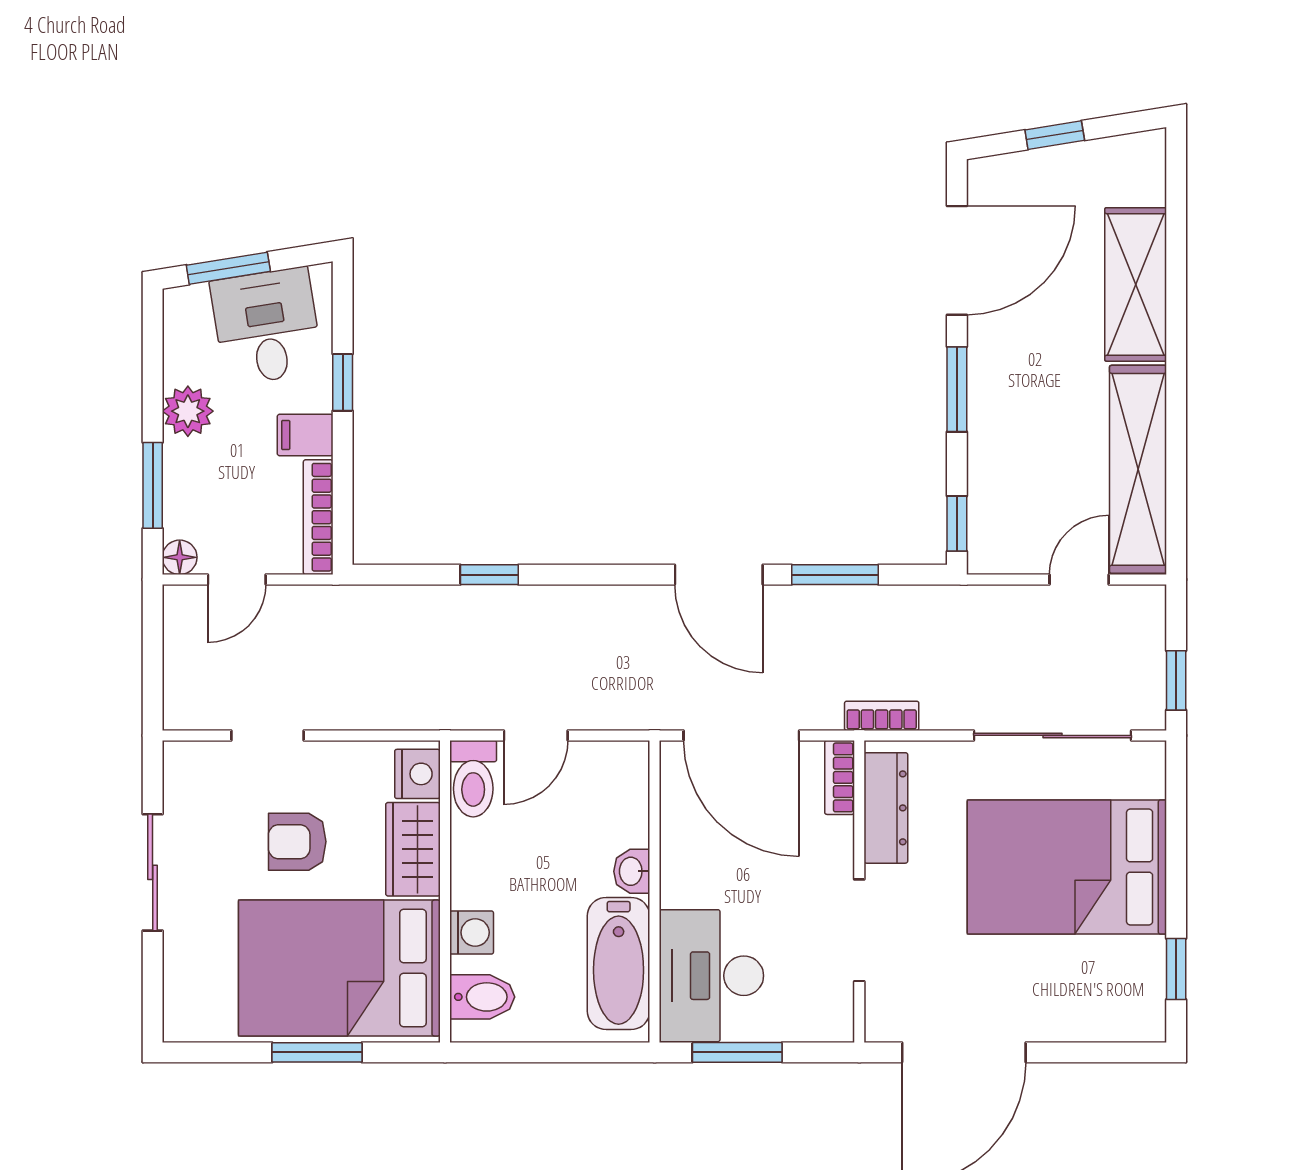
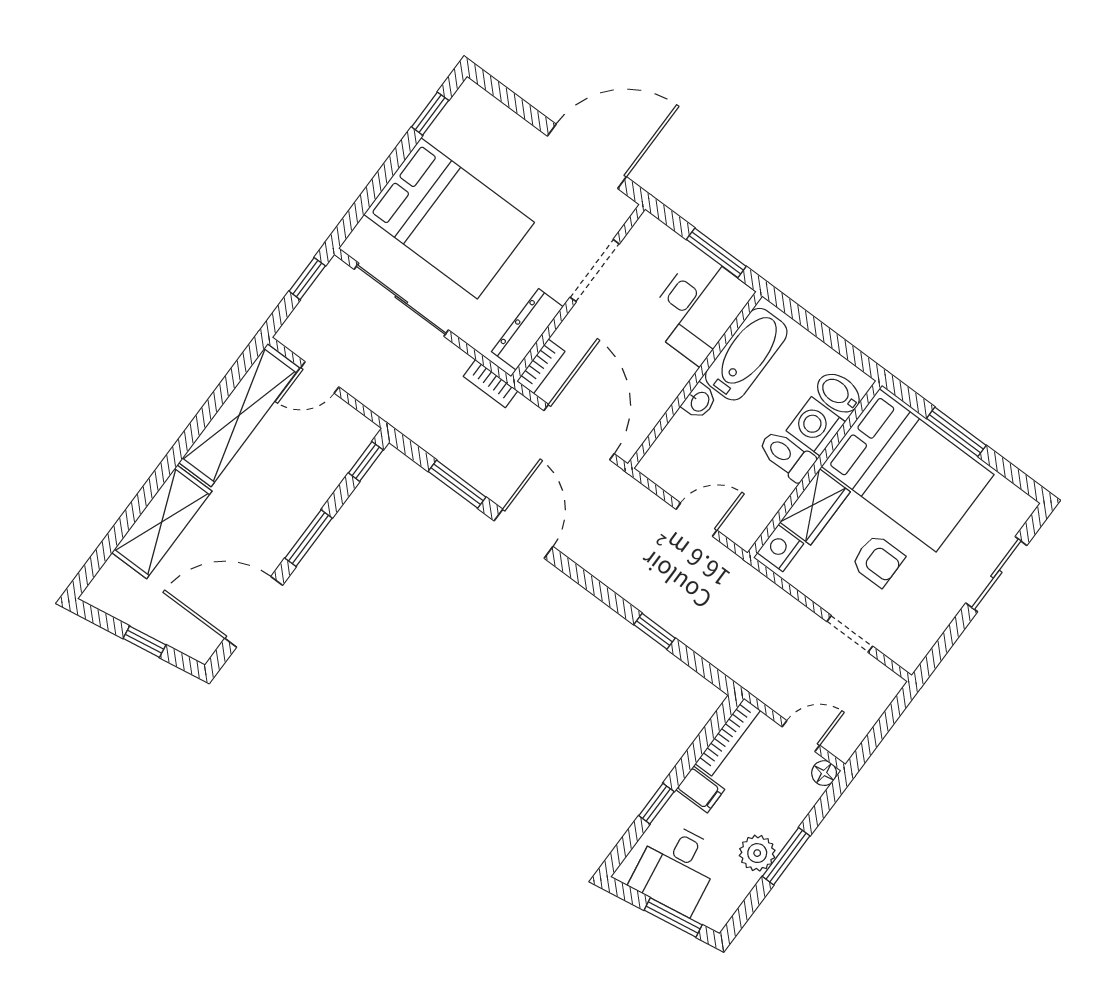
window: (153, 485) -> (786, 856), moved
toilet: (473, 779) -> (787, 455), moved, turned -90
sliding door: (153, 872) -> (996, 574), moved
washing machine: (472, 932) -> (816, 426), width x1.38, depth x1.38

